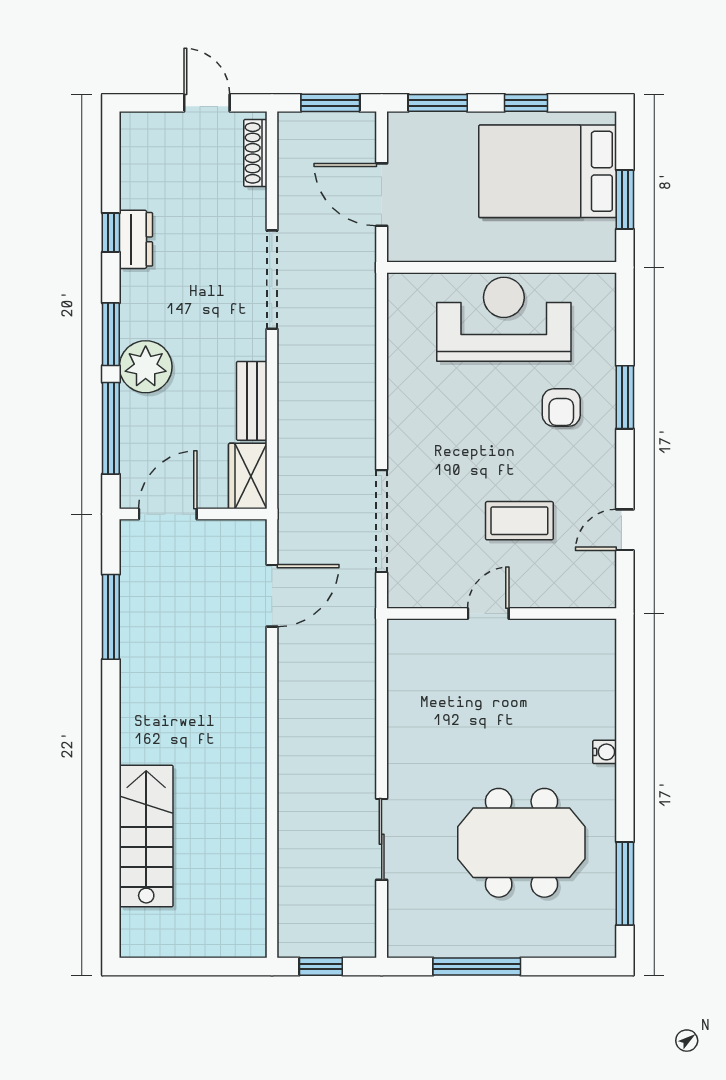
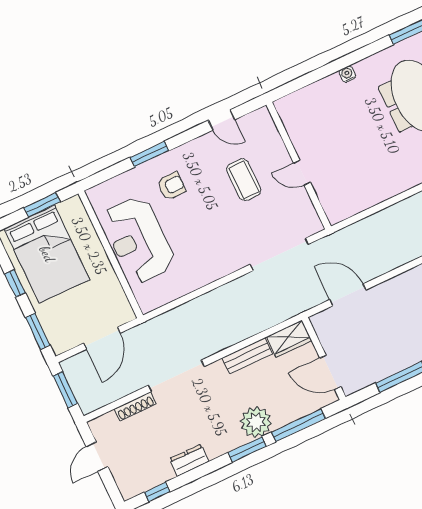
shoe rack: (255, 153) -> (135, 406), moved
window: (111, 233) -> (157, 492), moved

